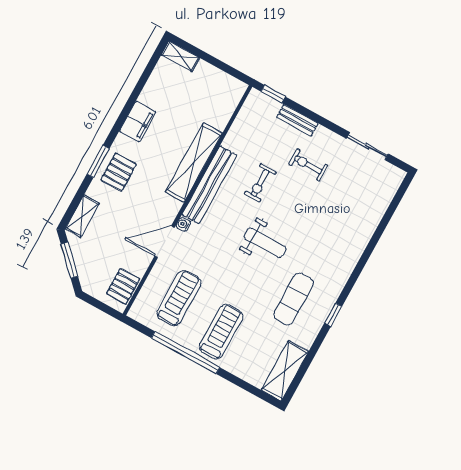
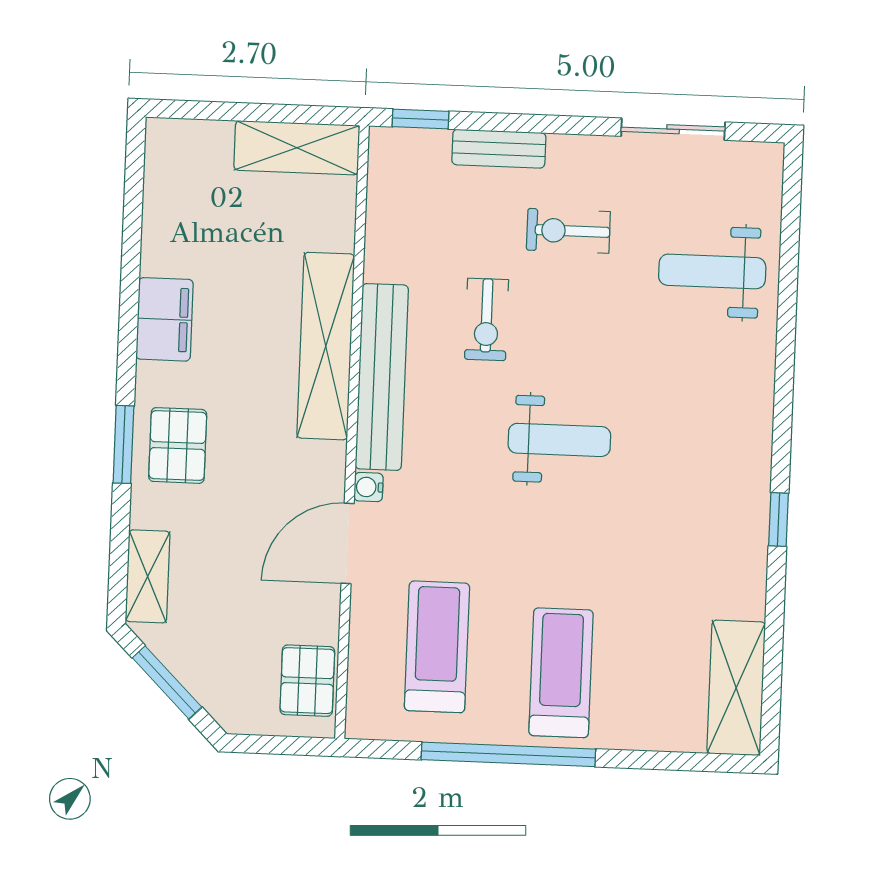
shelving: (181, 56) -> (297, 148), moved, width x1.50, depth x1.33
weight bench: (355, 208) -> (712, 271), added
exercise mat: (294, 299) -> (679, 528), removed

